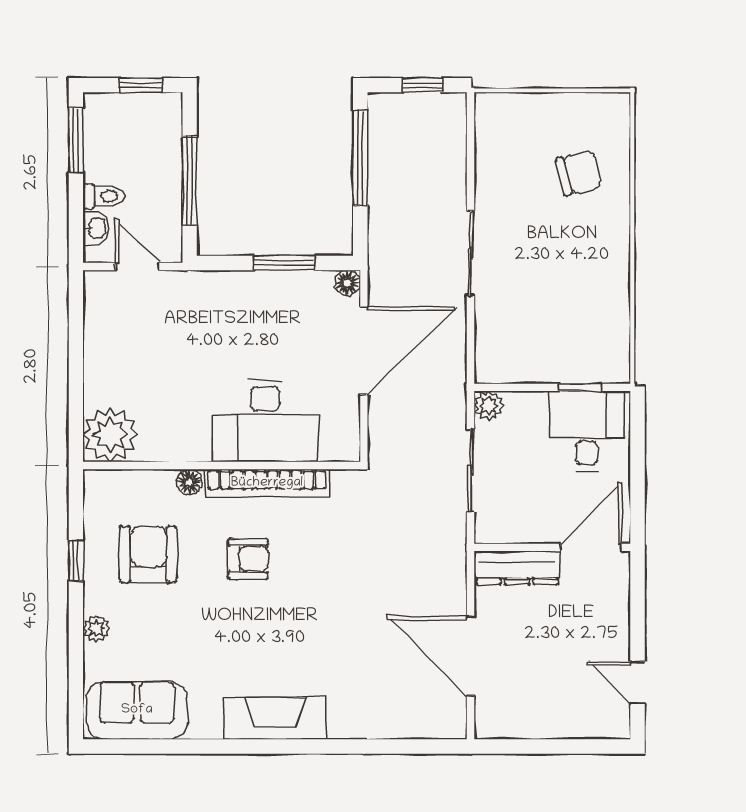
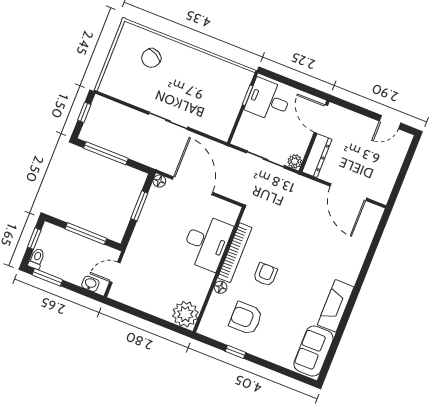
chair: (579, 173) -> (151, 58), turned -138
toilet: (104, 196) -> (37, 259), moved
plant: (489, 406) -> (295, 161), moved
plant: (96, 629) -> (270, 355), removed
door: (470, 656) -> (348, 192), hinge flipped
fireplace: (275, 718) -> (336, 306), moved

